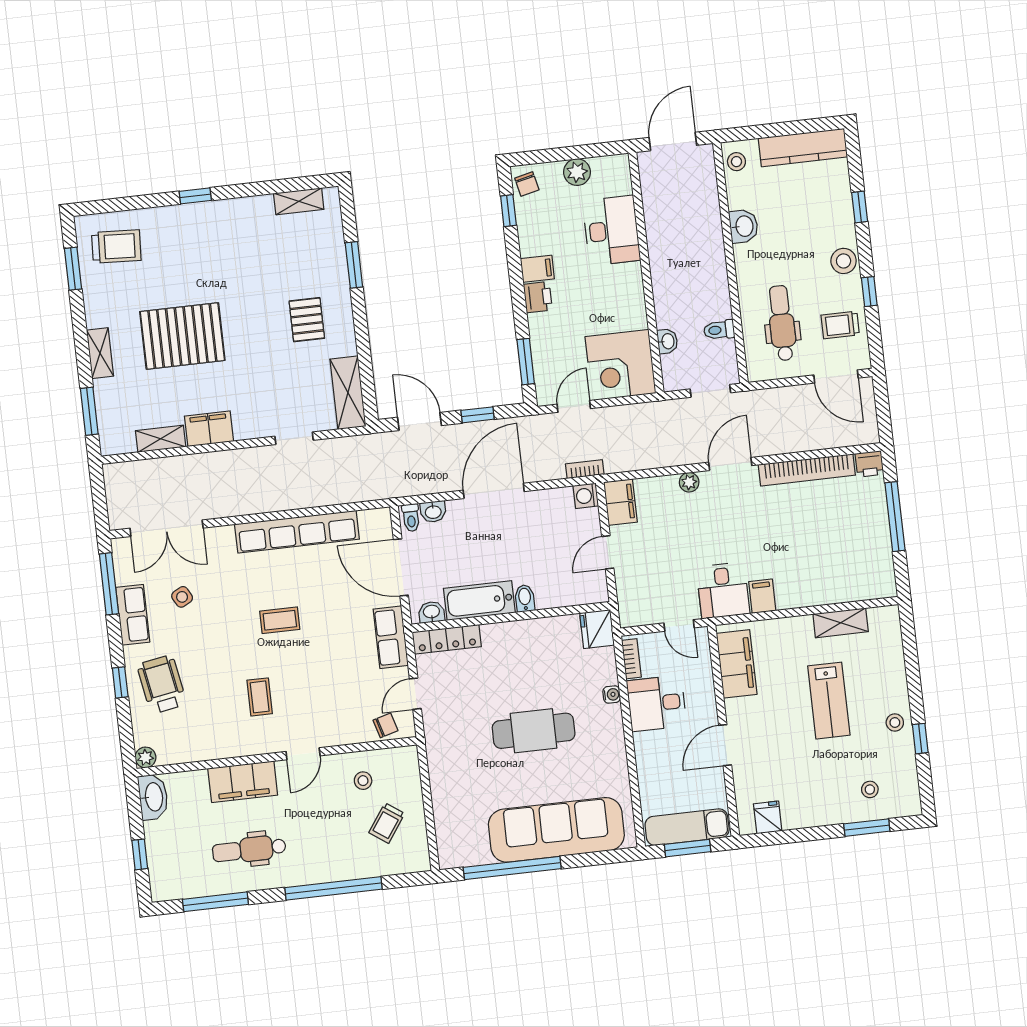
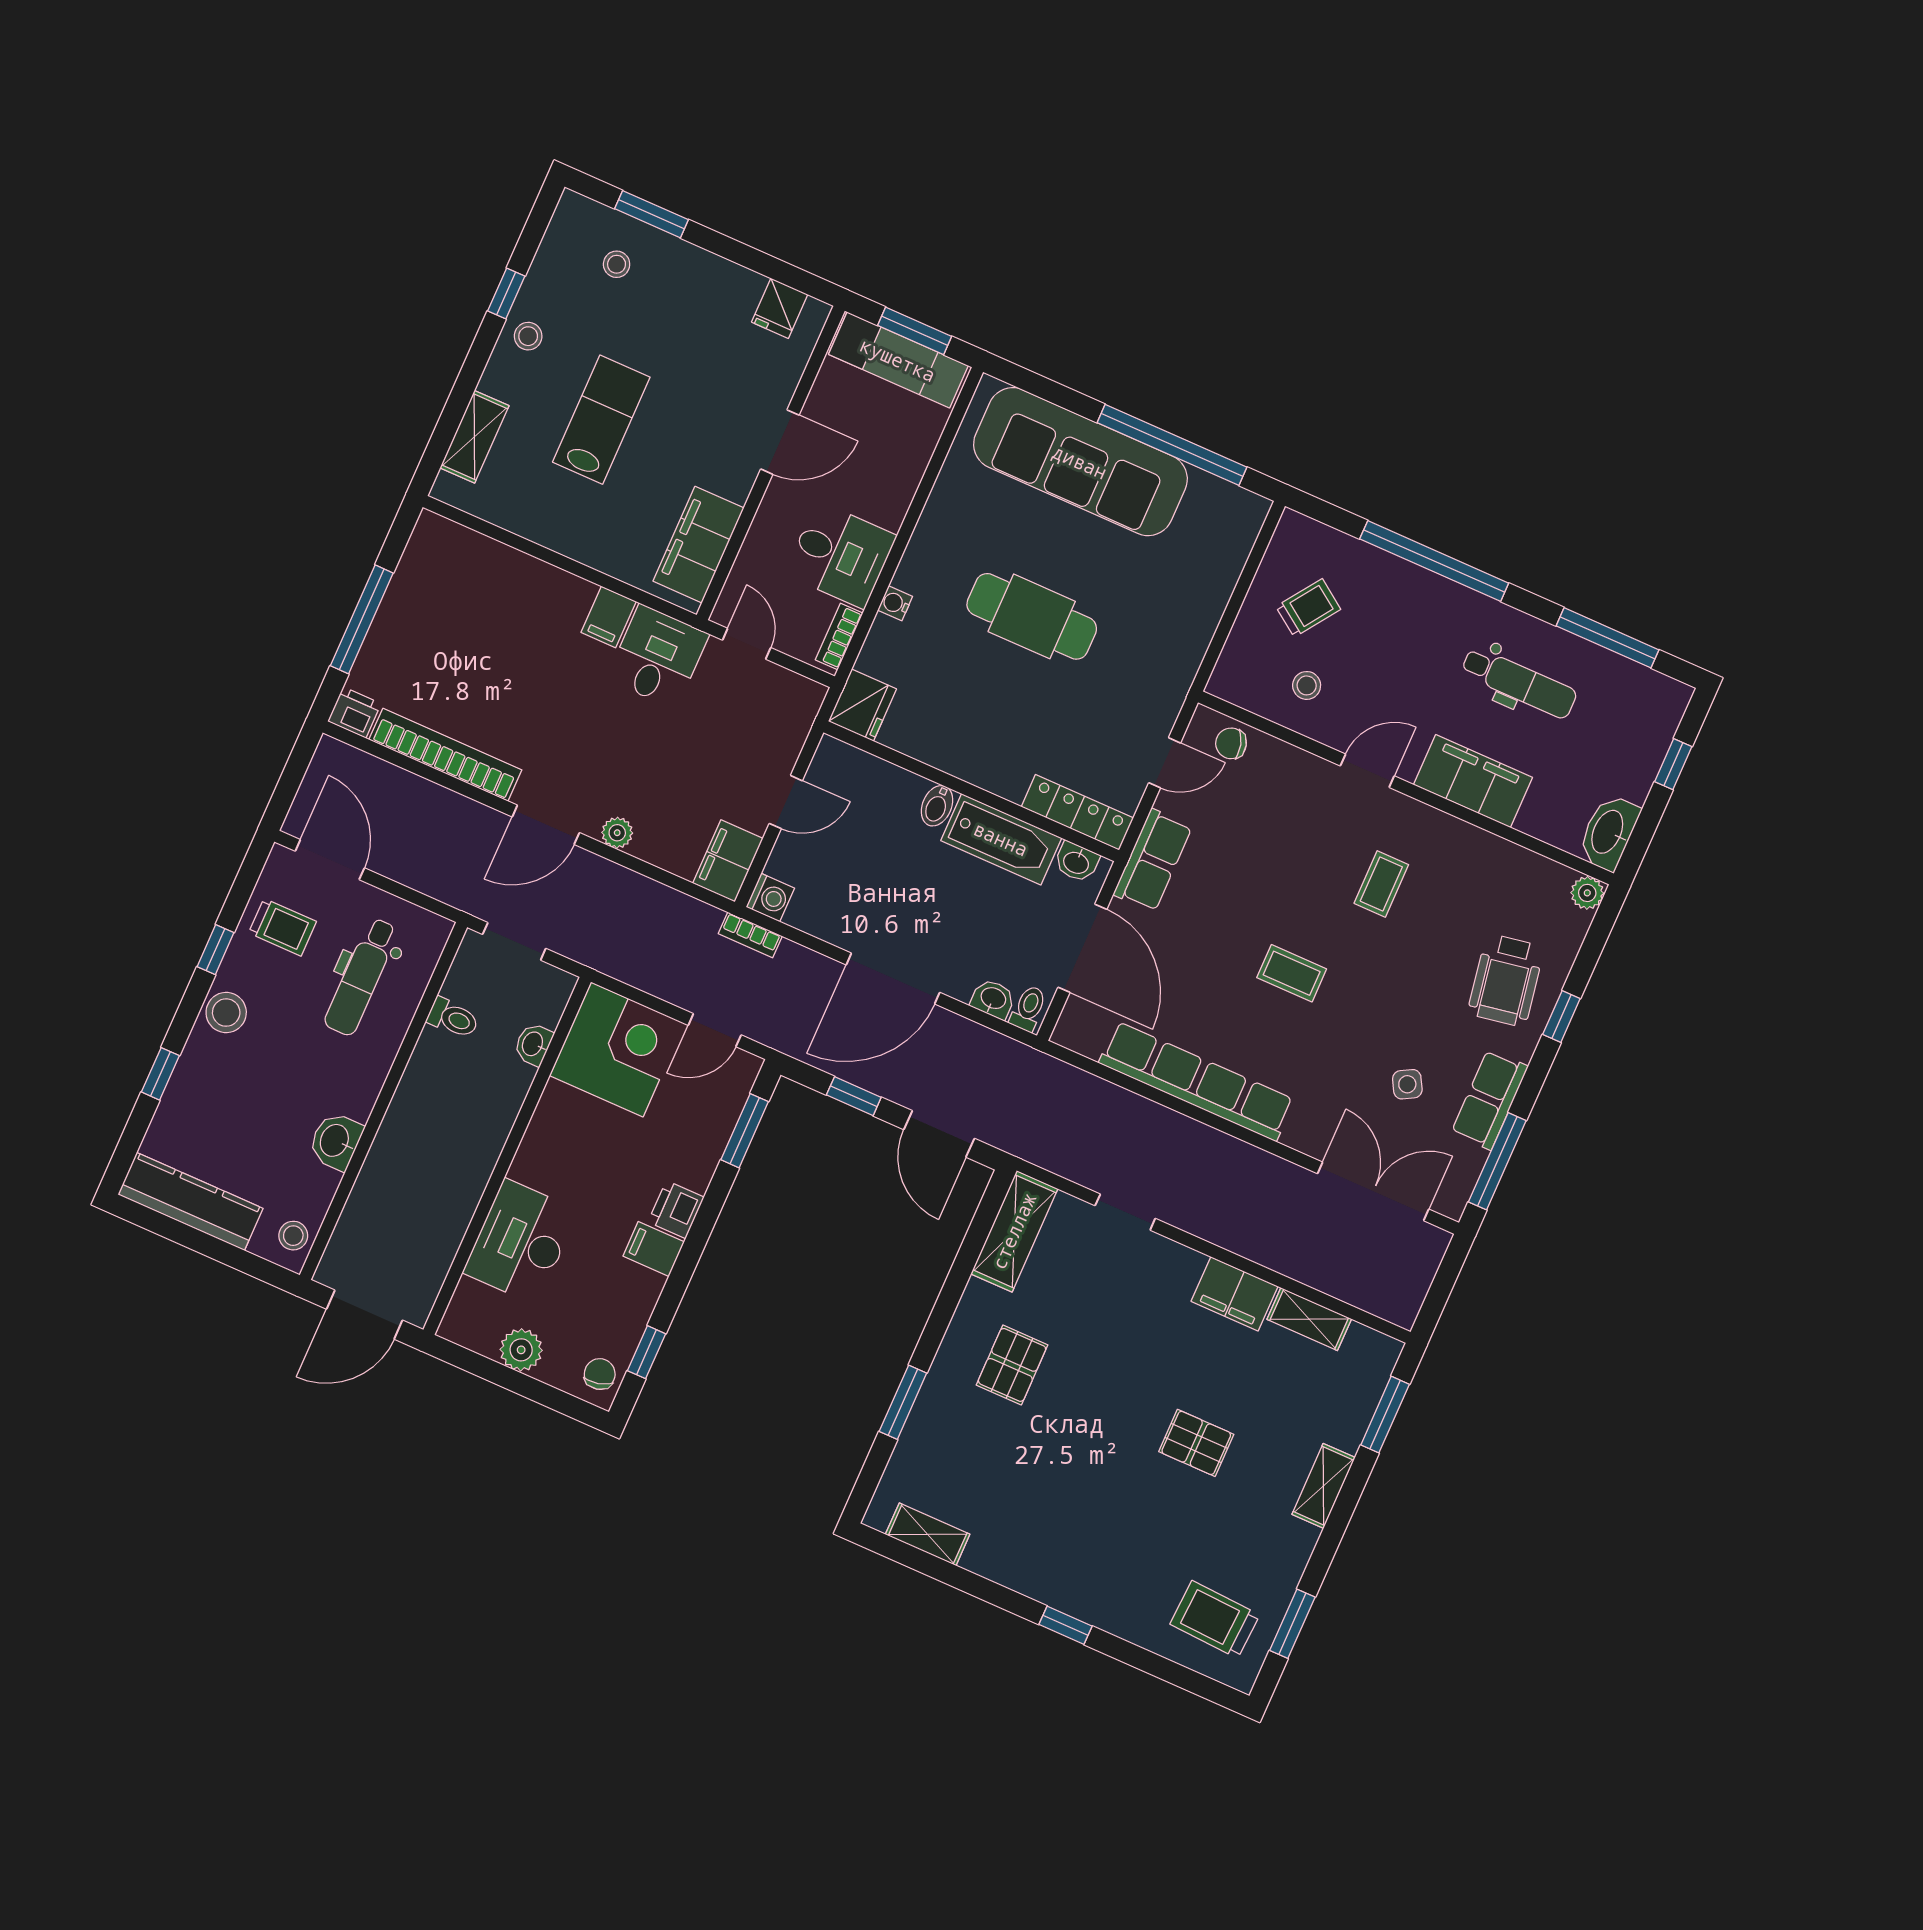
pallet: (182, 336) -> (1196, 1443), width x0.49, depth x0.50
shelving: (841, 623) -> (474, 437), moved, turned 90

